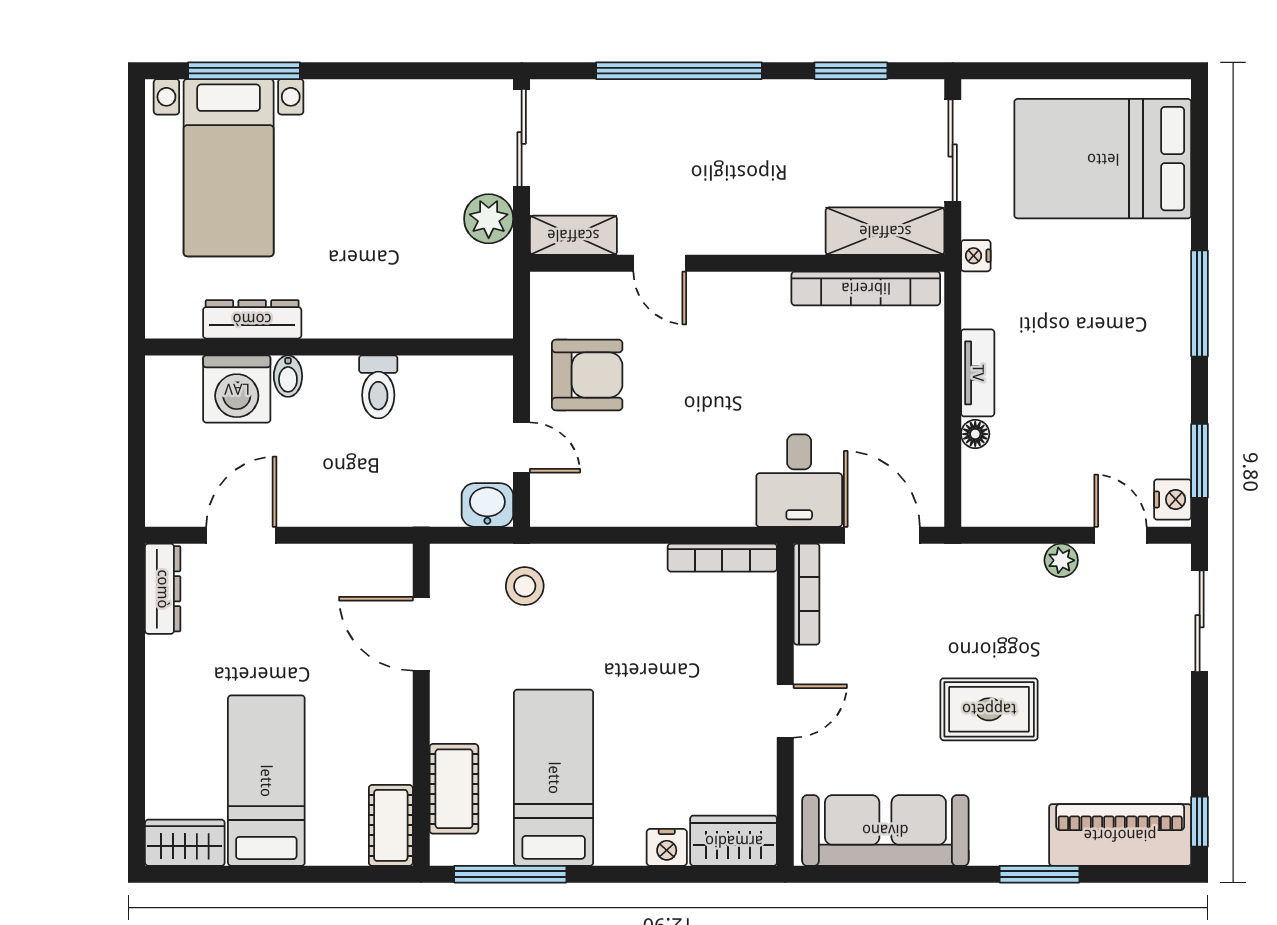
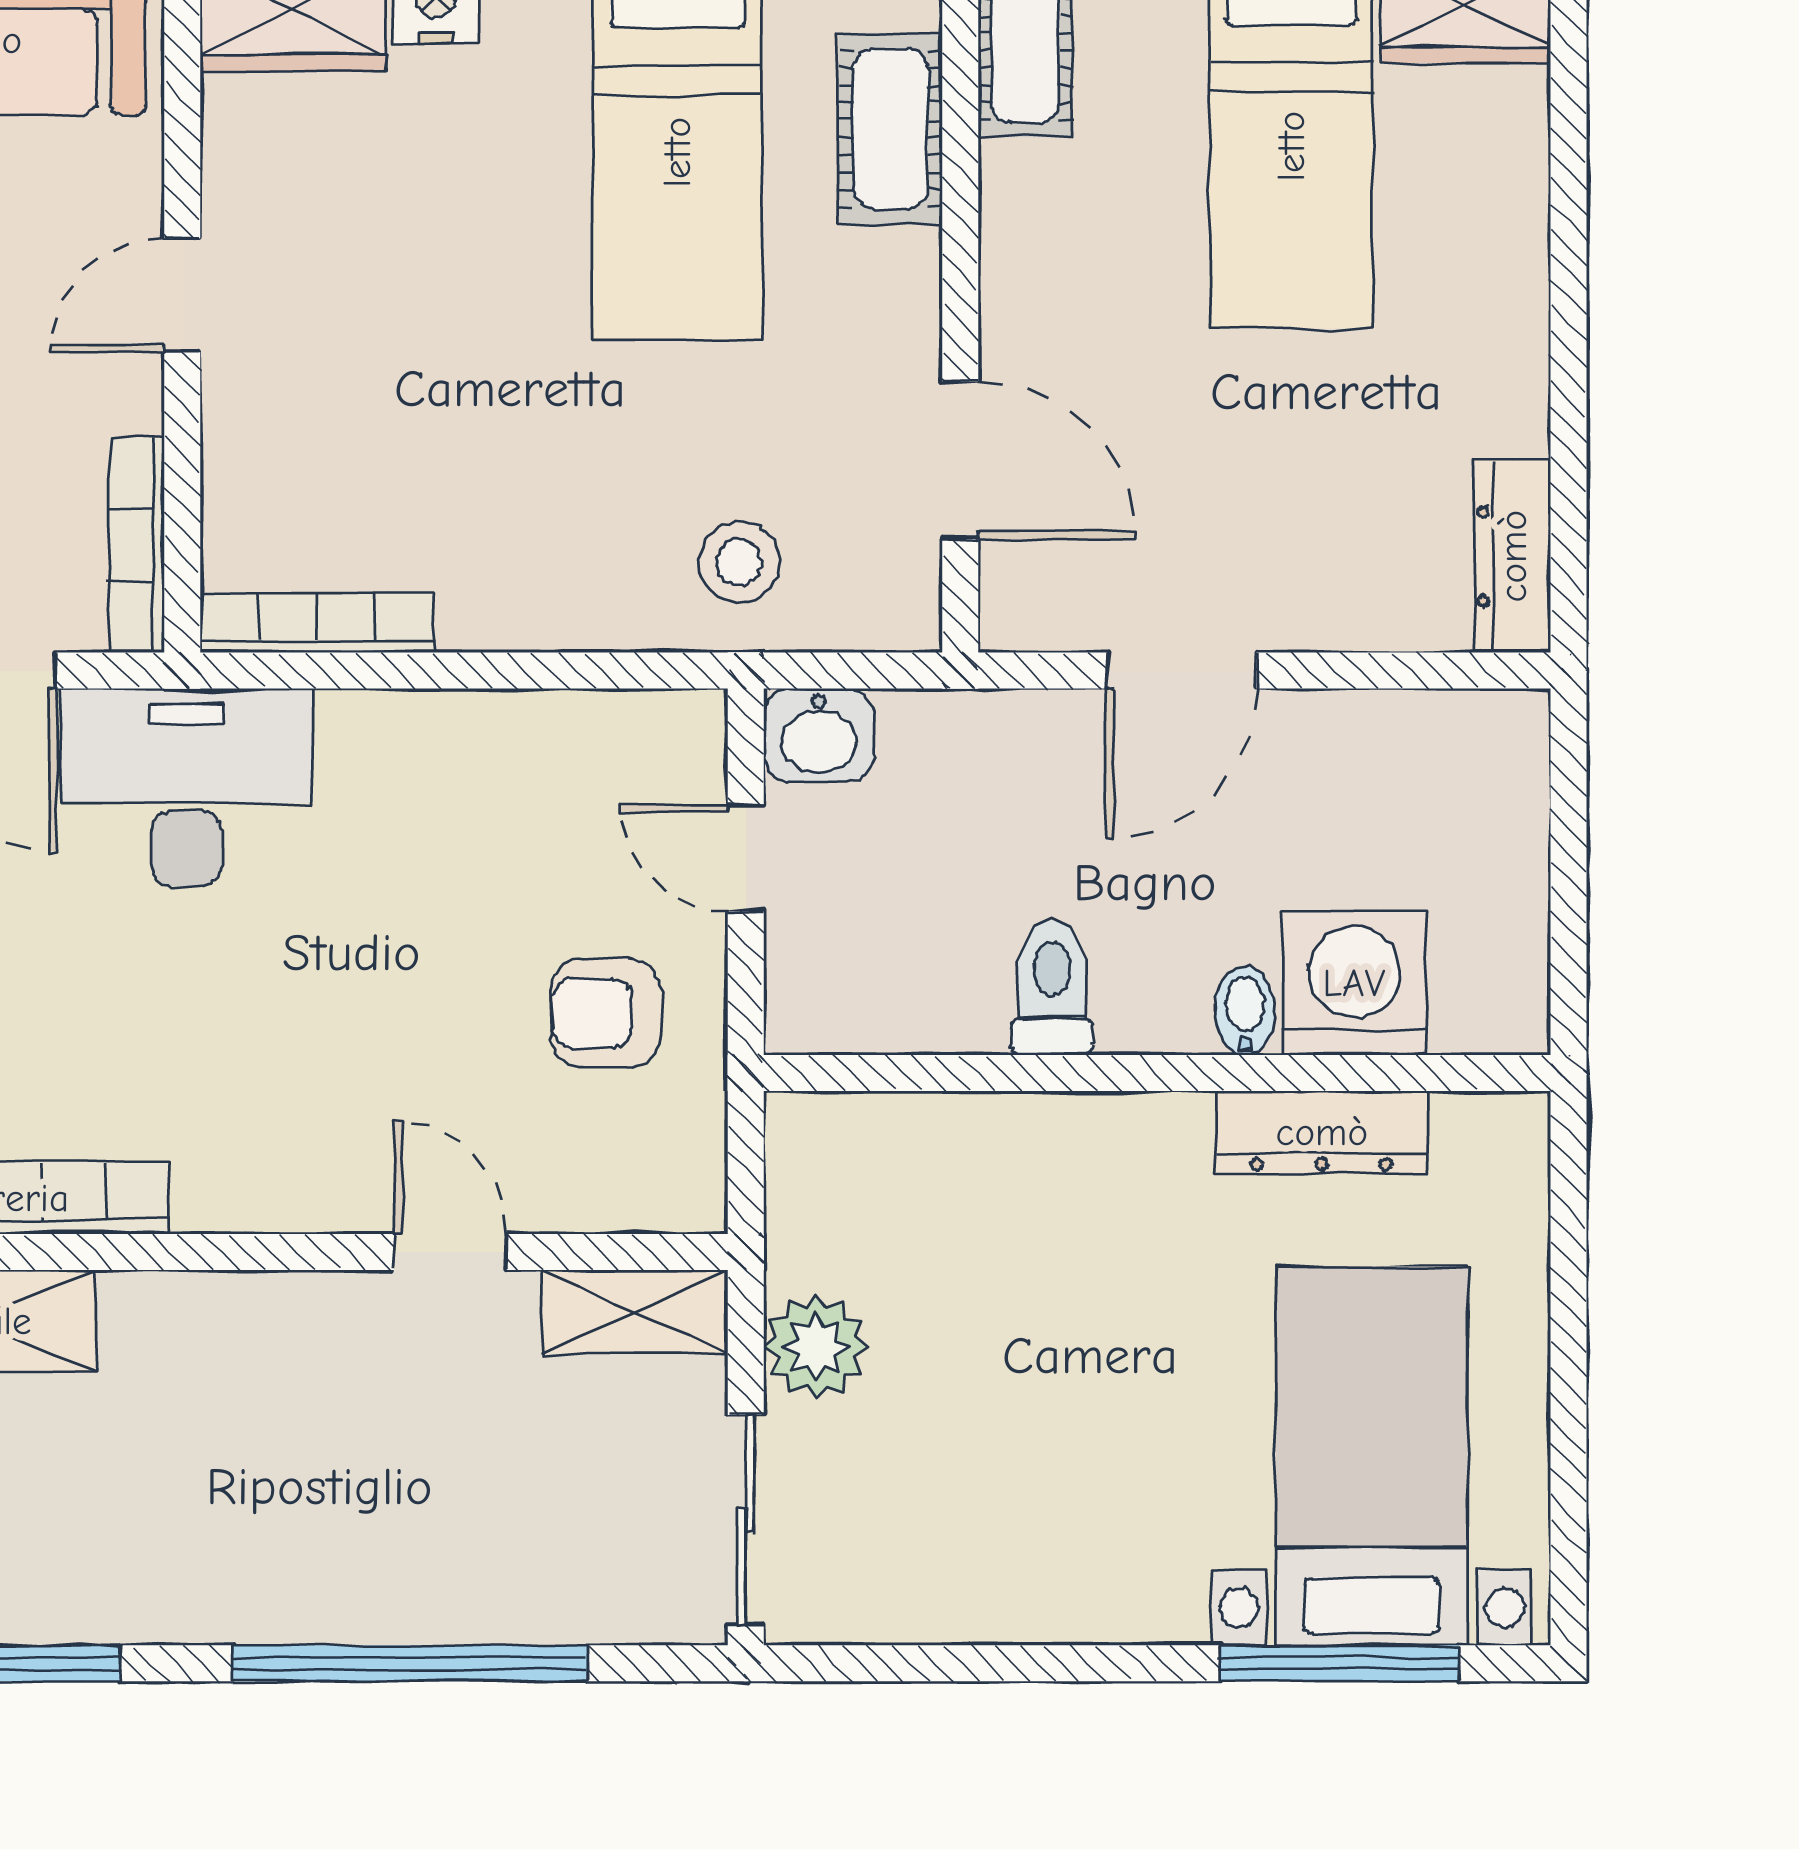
armchair: (587, 375) -> (606, 1013), width x0.72, depth x0.72
desk: (799, 481) -> (187, 787), width x1.37
door: (241, 535) -> (1181, 671), moved

